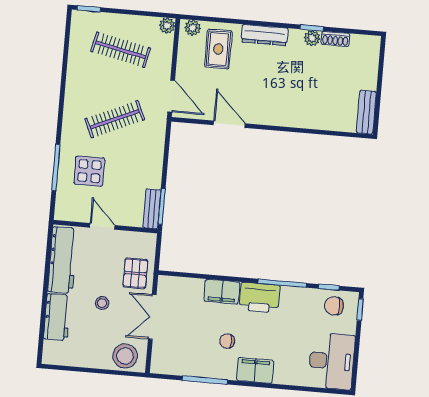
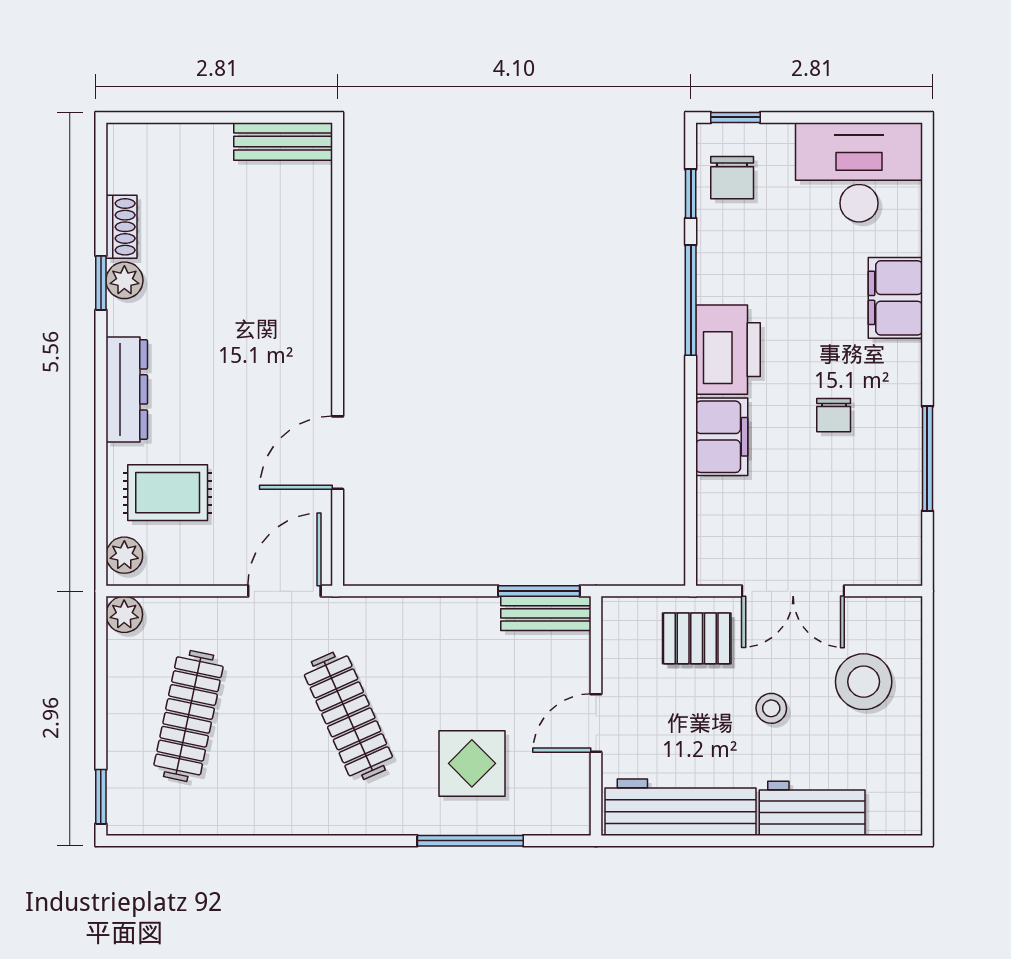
stool: (125, 356) -> (864, 682), moved
filing cabinet: (255, 370) -> (895, 298), moved

